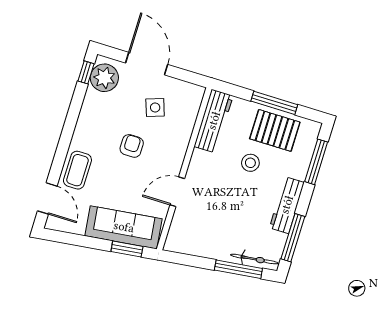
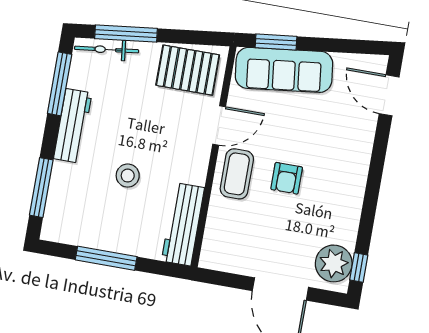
side table: (155, 108) -> (262, 233), removed
pallet: (275, 130) -> (188, 70), moved
coffee table: (77, 170) -> (237, 174), moved

